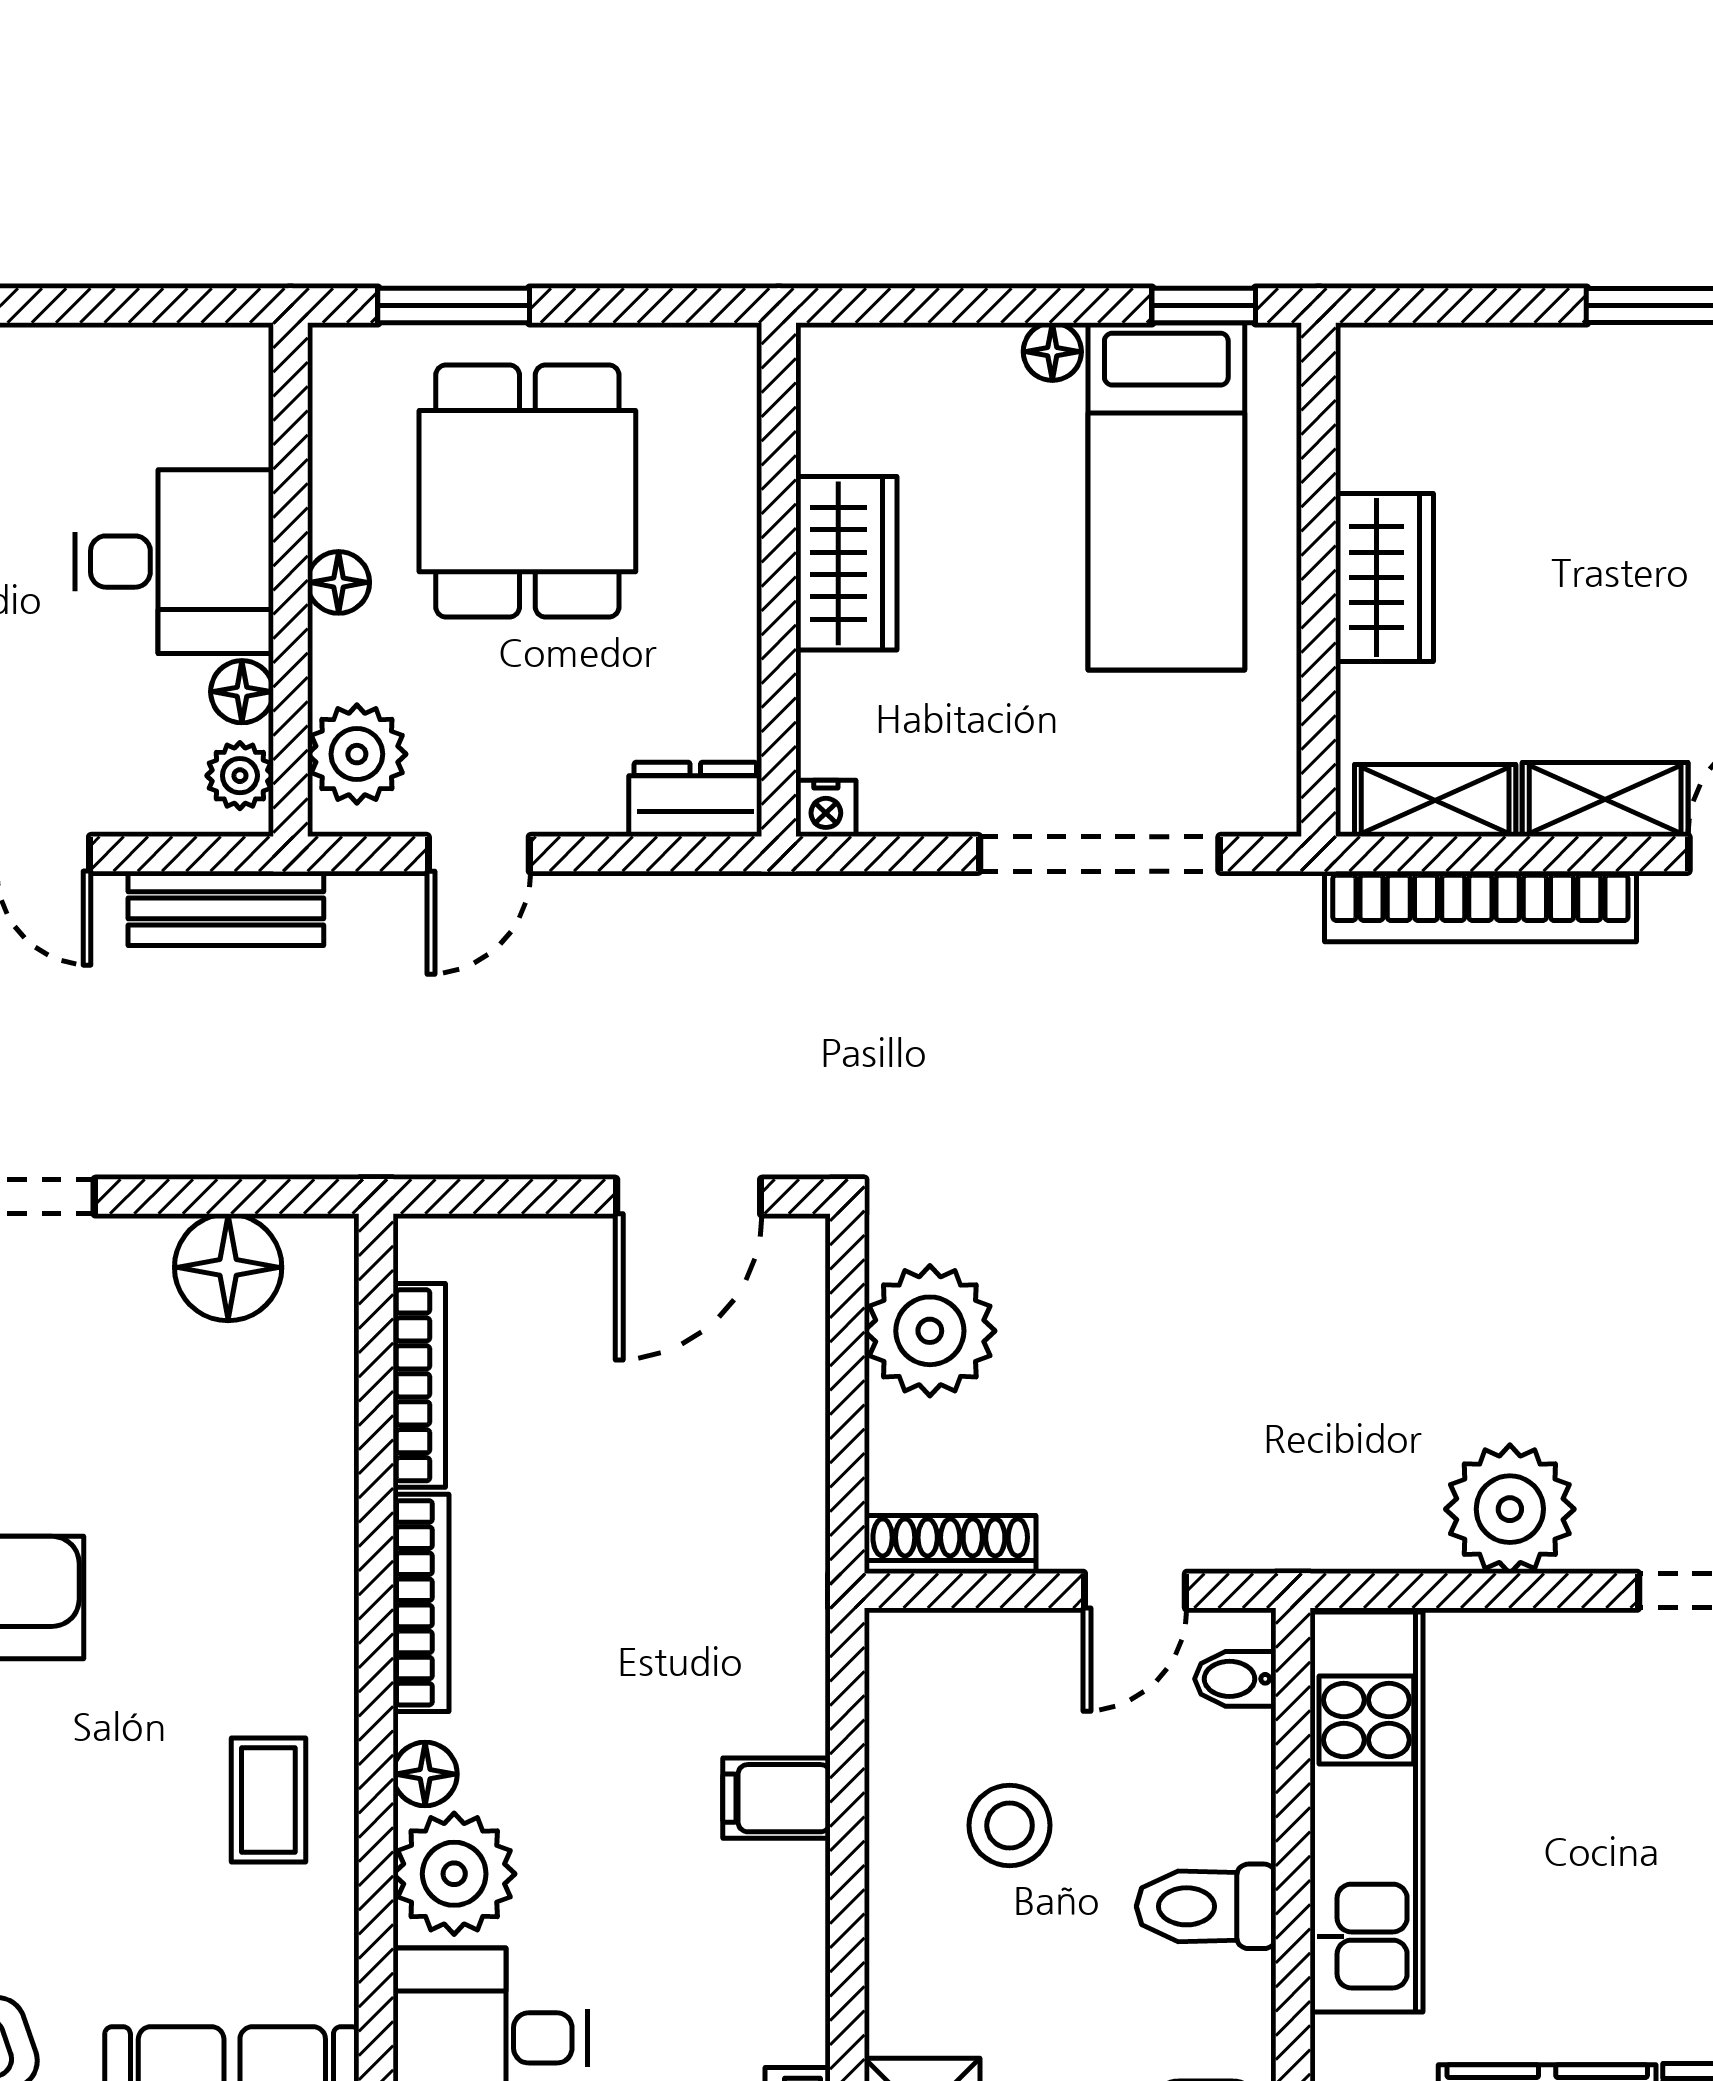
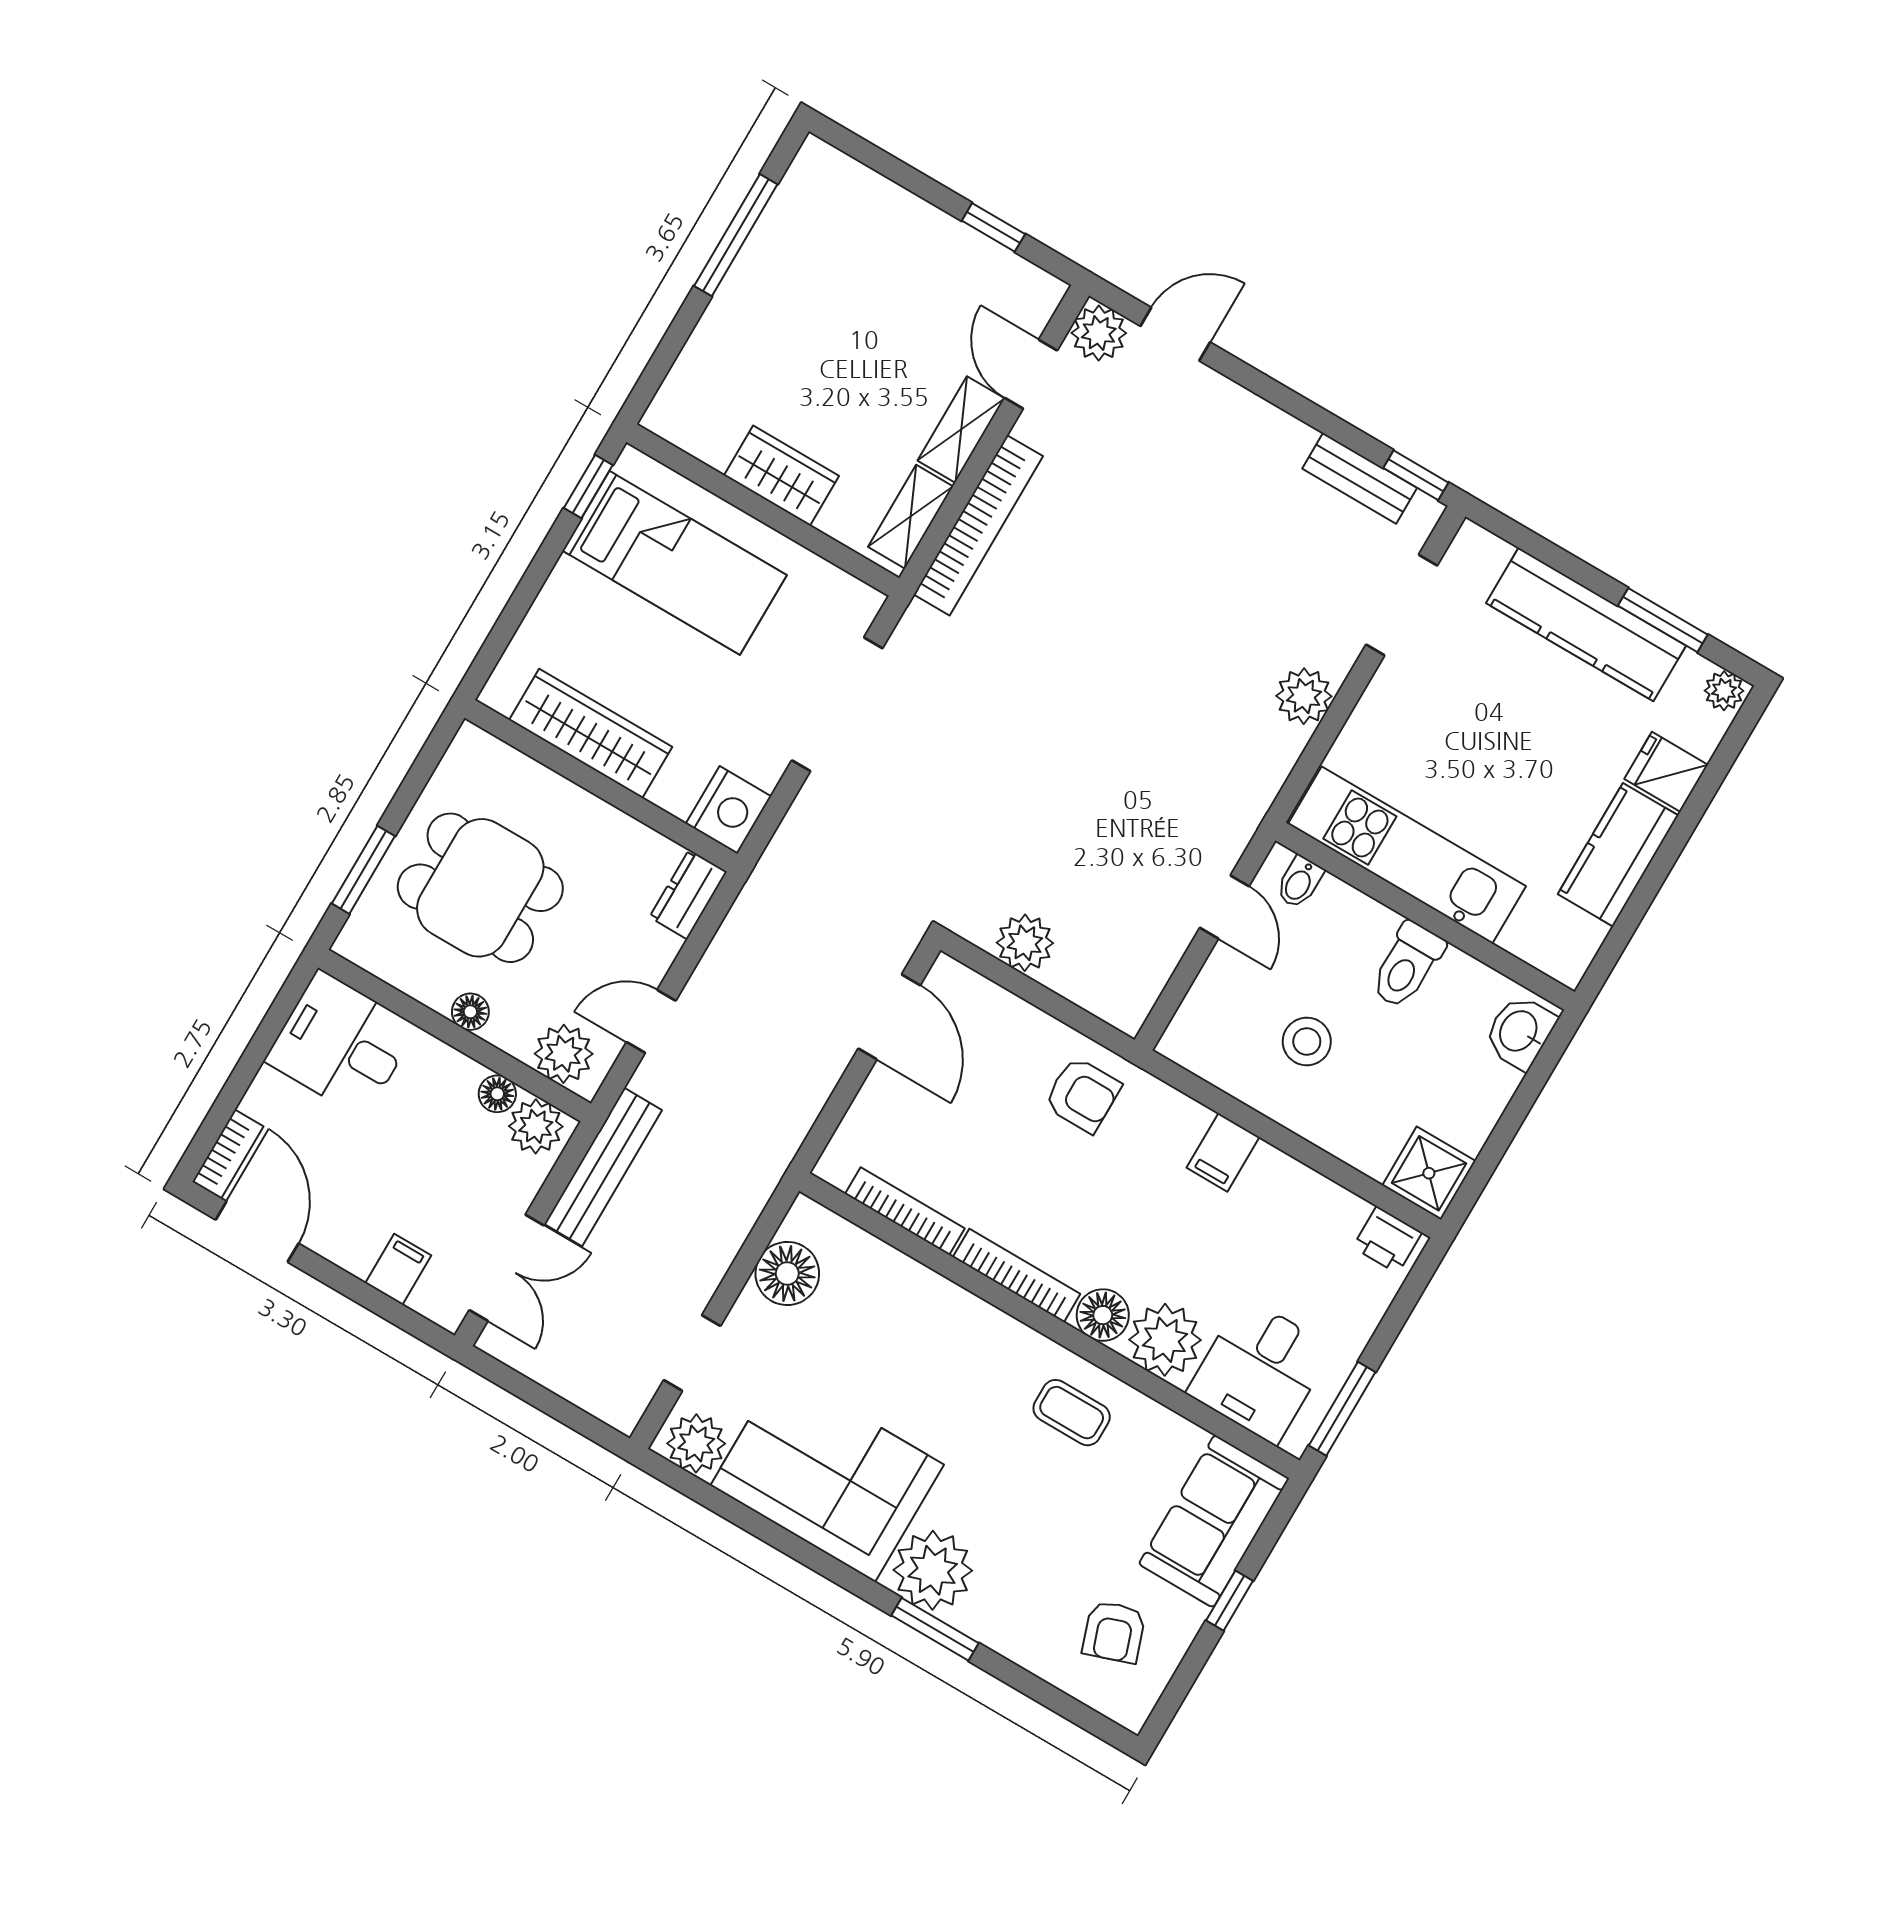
floor lamp: (1052, 352) -> (566, 578), removed
desk: (174, 562) -> (341, 1044), moved, turned -90
wardrobe: (846, 563) -> (591, 733), width x1.50
plant: (240, 776) -> (536, 1126), width x1.38, depth x1.38
nightstand: (826, 808) -> (728, 810), width x1.89, depth x1.79
door: (479, 854) -> (651, 1021), swing flipped
bench: (226, 908) -> (603, 1167), width x1.36
plant: (930, 1331) -> (1025, 943), width x0.73, depth x0.73
plant: (1510, 1509) -> (1304, 696), width x0.73, depth x0.73
shoe rack: (950, 1544) -> (1145, 988), removed
armchair: (740, 1545) -> (1083, 1095), added
floor lamp: (425, 1774) -> (1103, 1315), width x1.37, depth x1.37

